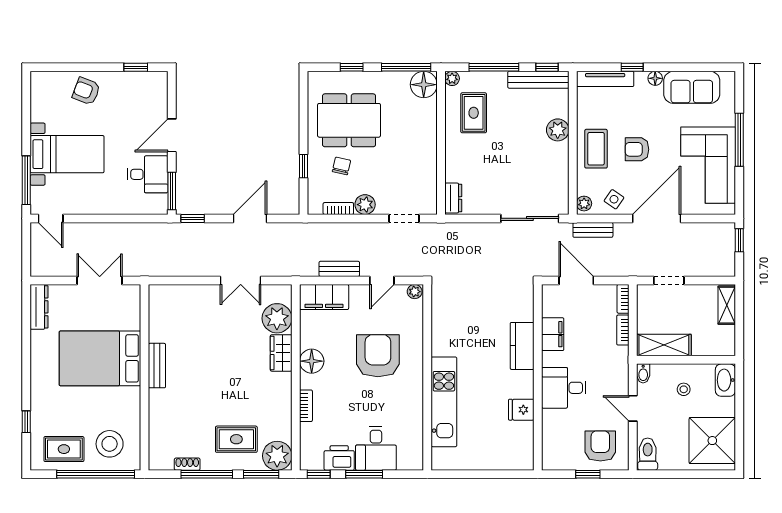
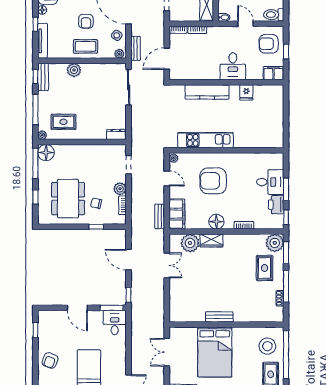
bench: (538, 80) -> (43, 77), width x0.73
desk: (148, 174) -> (115, 323), moved
bench: (339, 269) -> (160, 216), moved
filing cabinet: (553, 334) -> (273, 73), moved
kitchen counter: (522, 346) -> (207, 92), width x1.50
kitchen unit: (444, 402) -> (206, 140), moved
door: (633, 408) -> (246, 24), swing flipped

